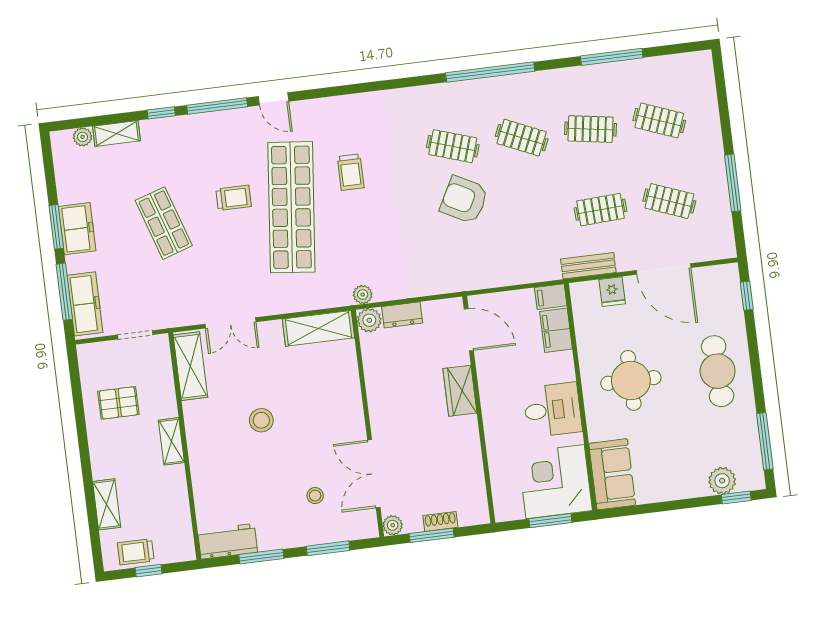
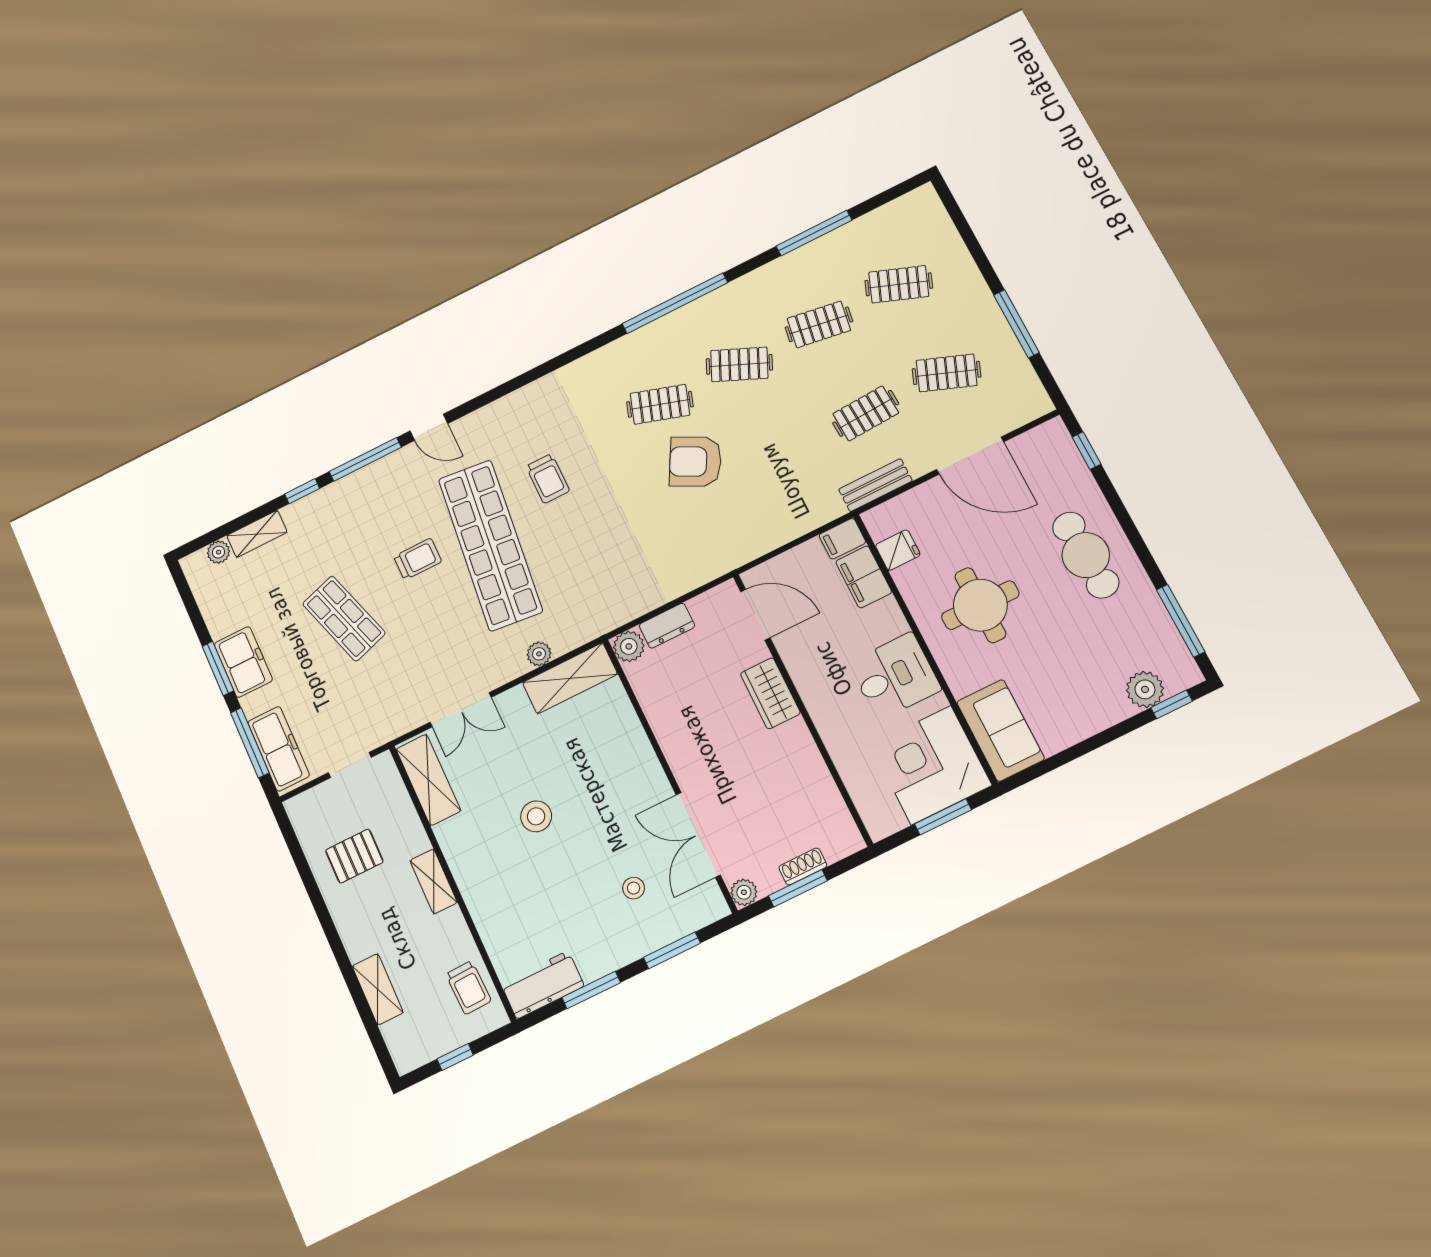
fridge: (612, 292) -> (898, 550), moved, turned -90
plant: (363, 295) -> (539, 654), moved
trolley: (136, 552) -> (468, 988), moved, turned -92

